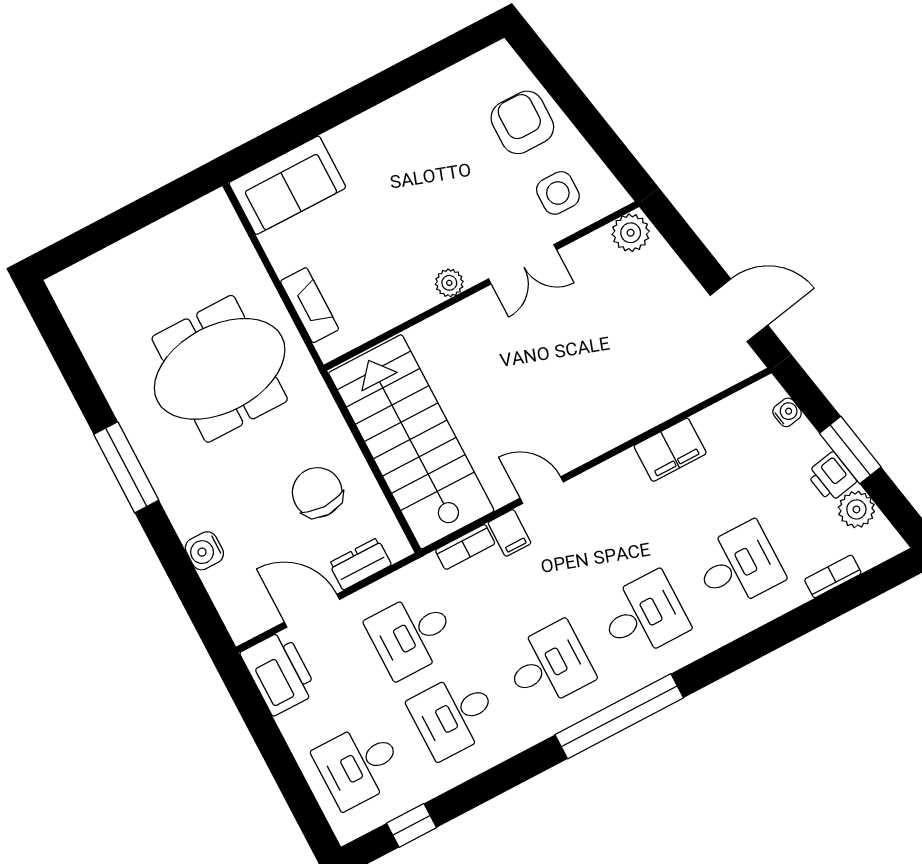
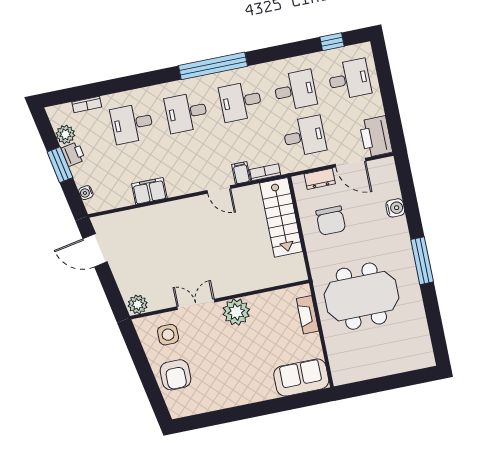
plant: (449, 283) -> (236, 312), width x1.87, depth x1.87
stairs: (411, 442) -> (281, 217), width x0.73, depth x0.66

